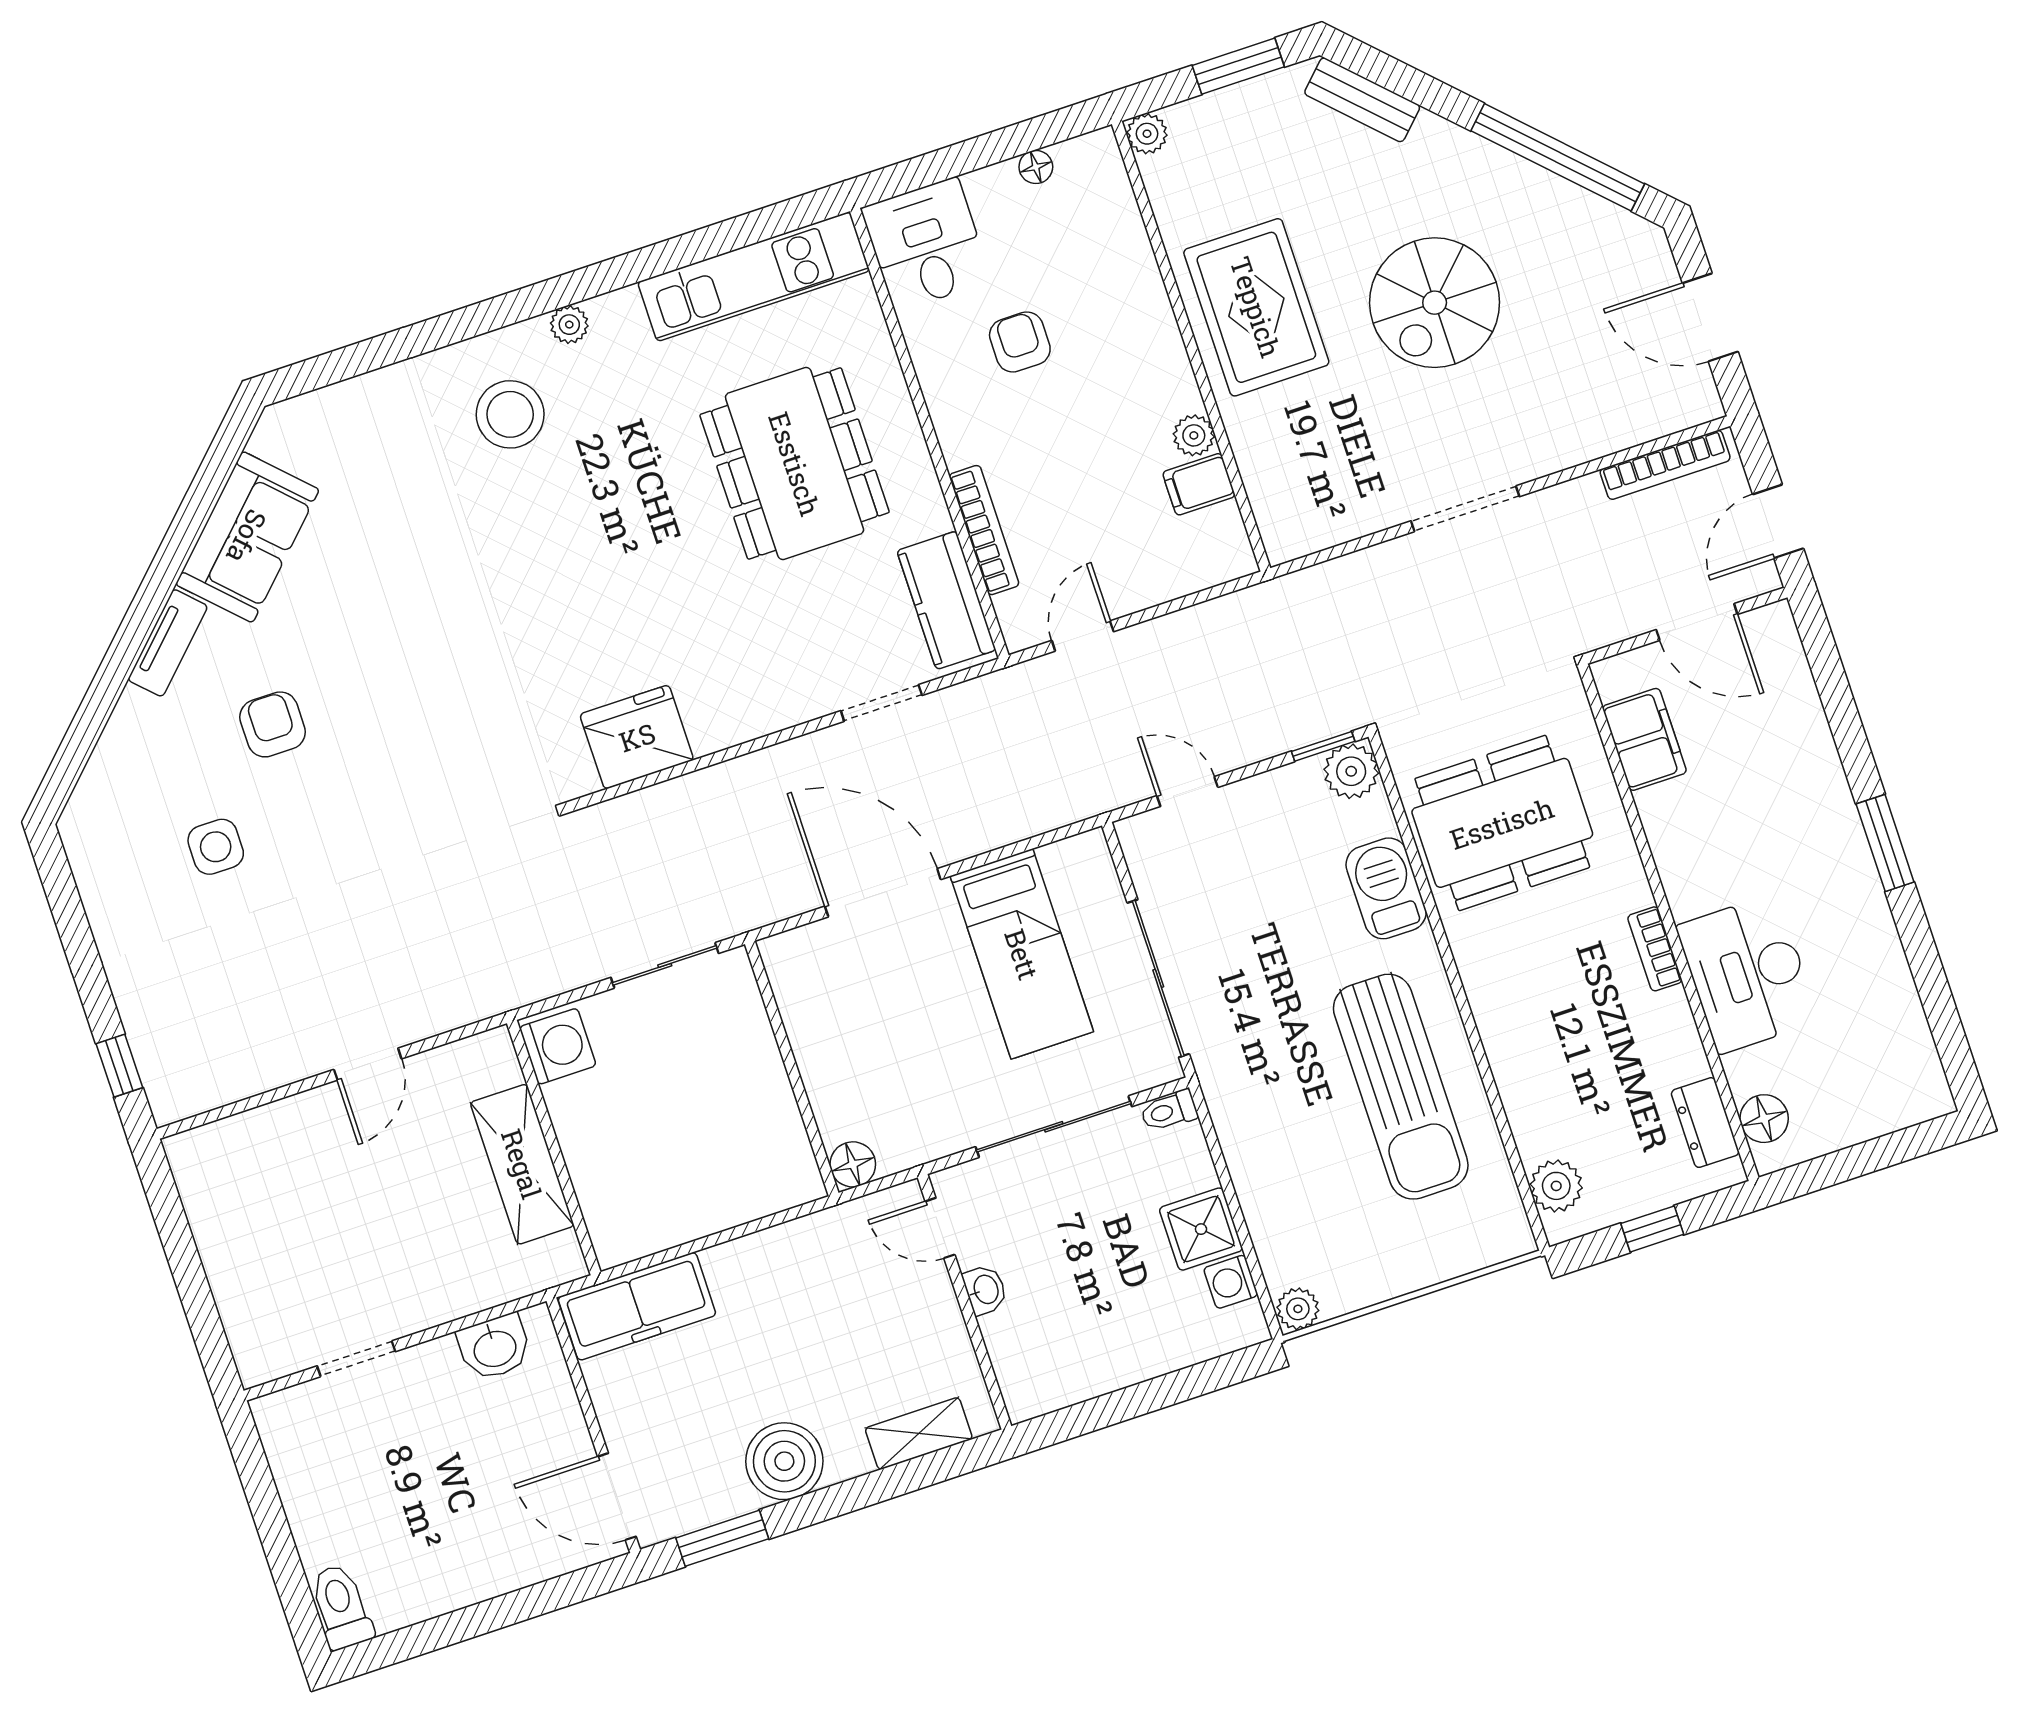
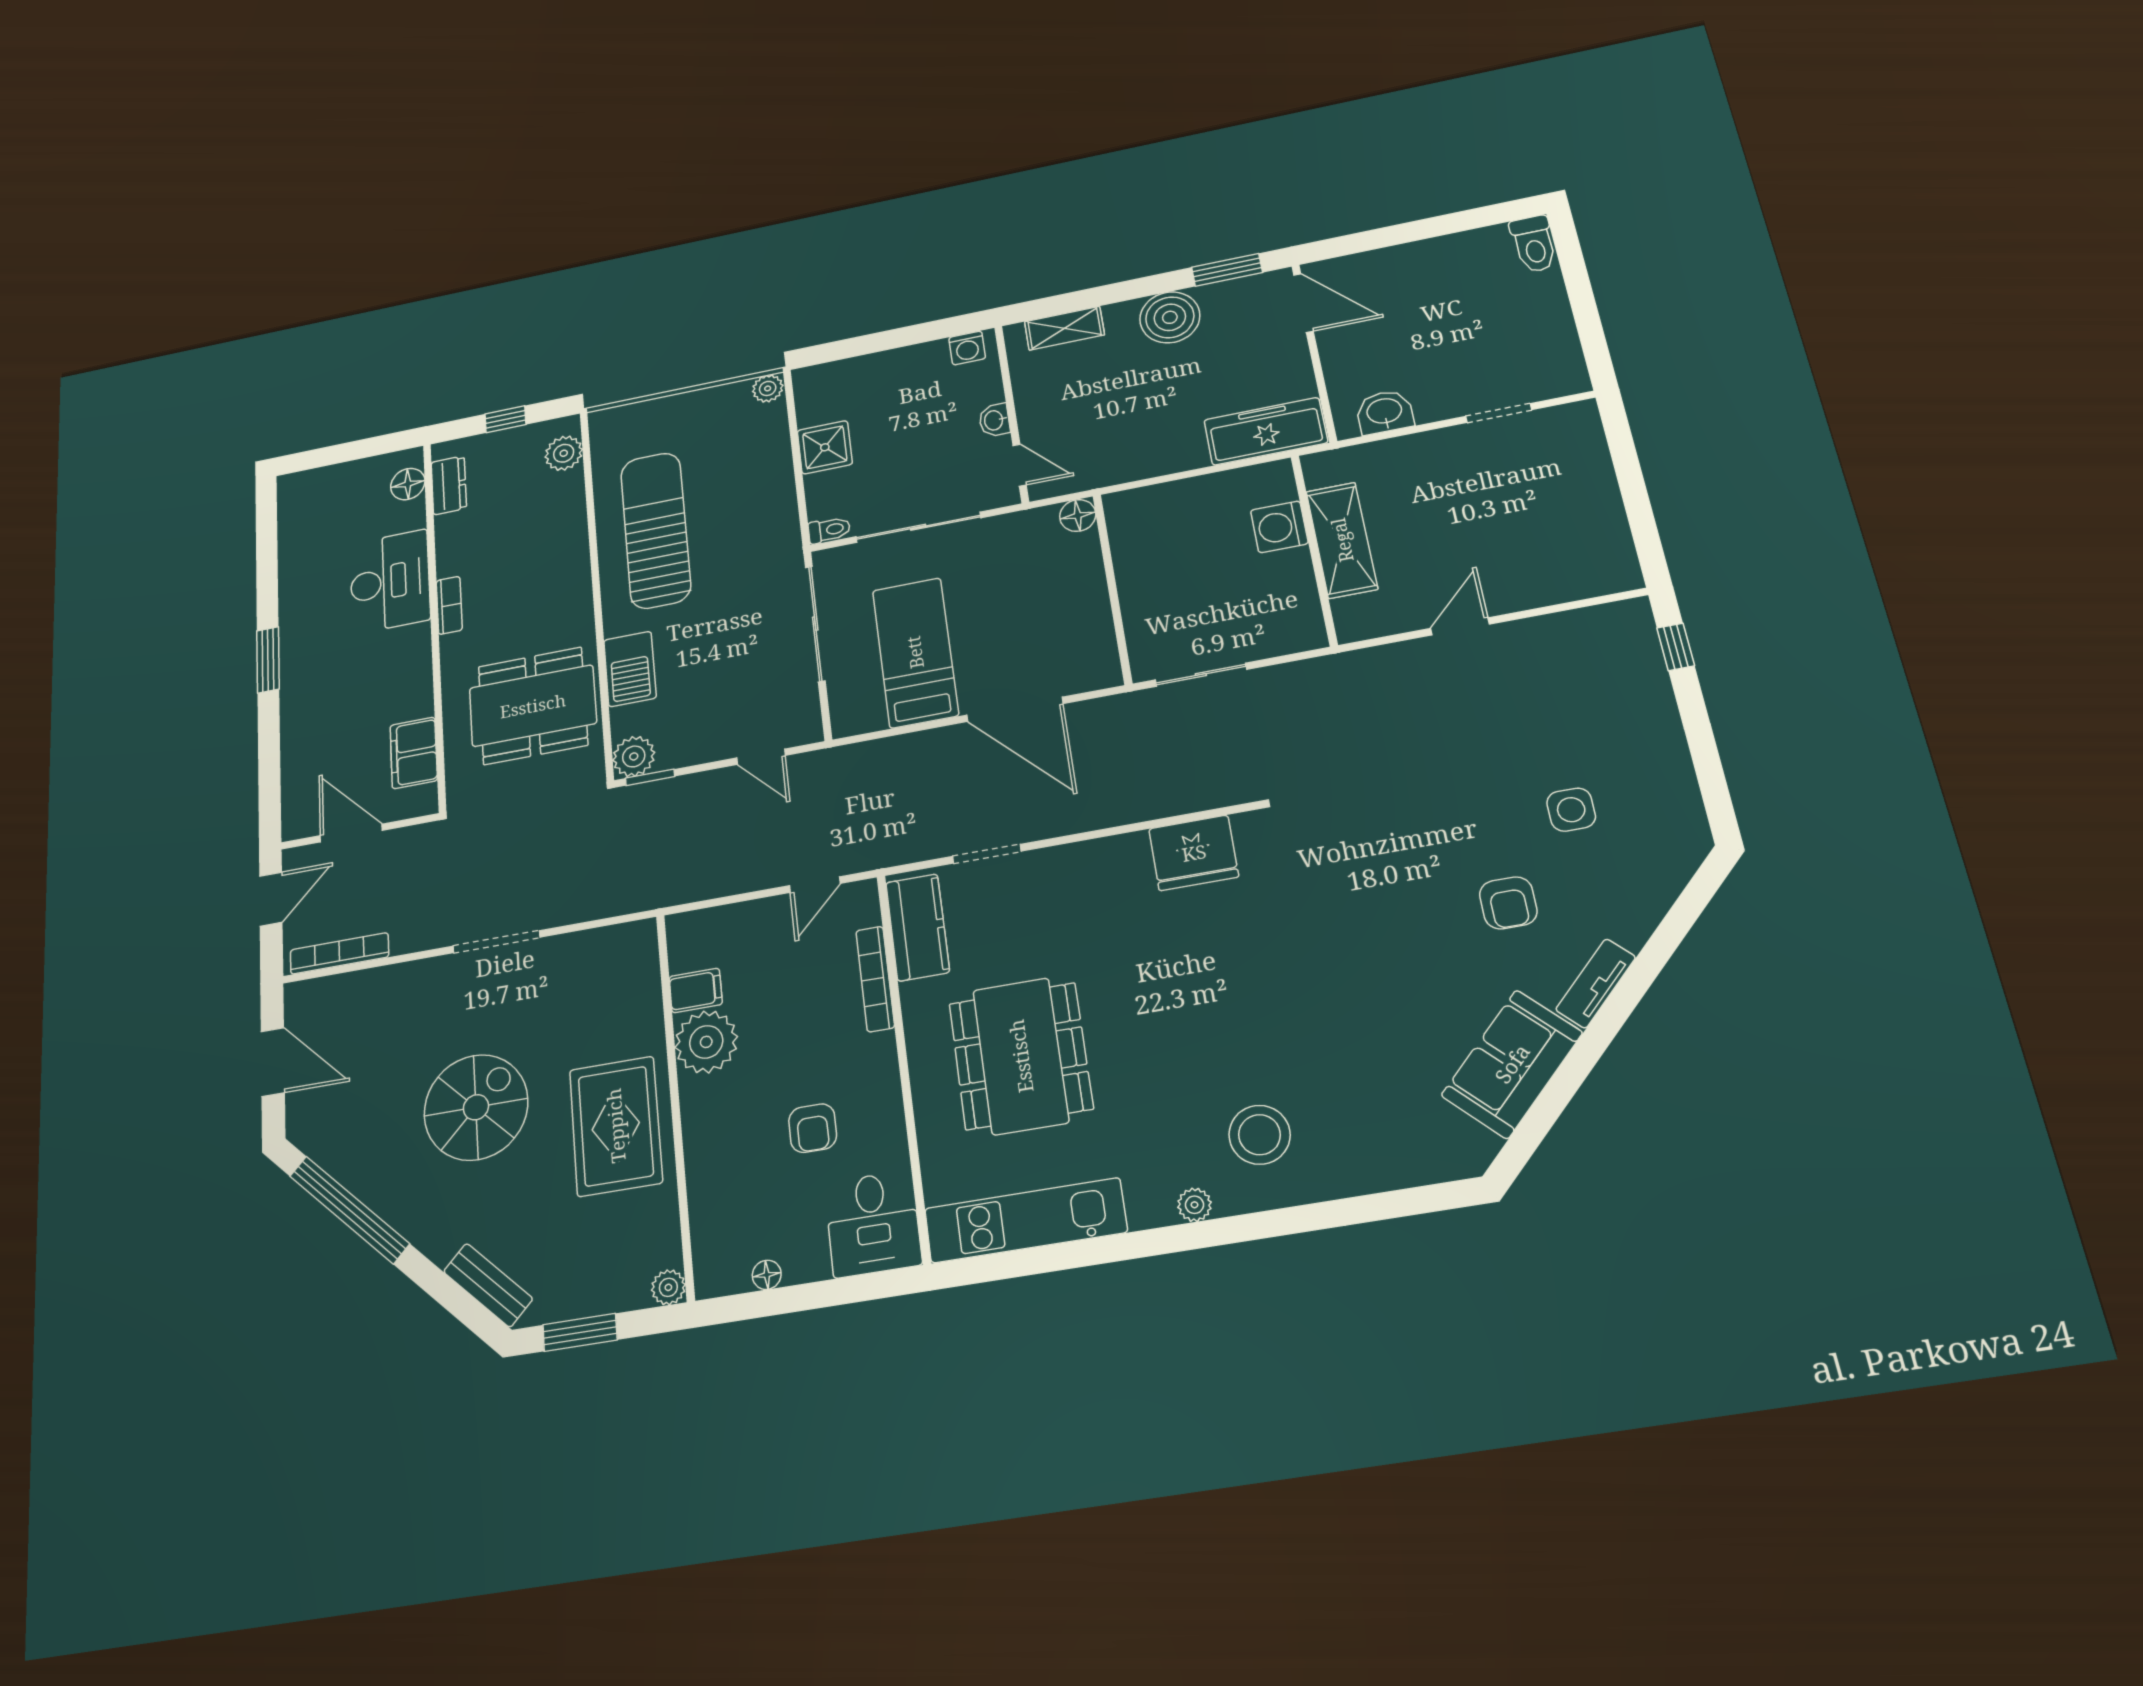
plant: (1194, 435) -> (706, 1042), width x1.88, depth x1.88
washing machine: (558, 1046) -> (1279, 527), moved
washing machine: (1231, 1282) -> (967, 348), moved, turned 90

